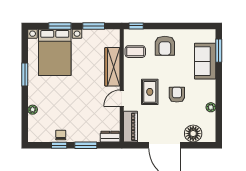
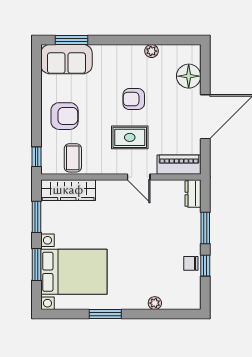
sofa: (205, 61) -> (66, 59), moved
wardrobe: (112, 67) -> (68, 190), moved

